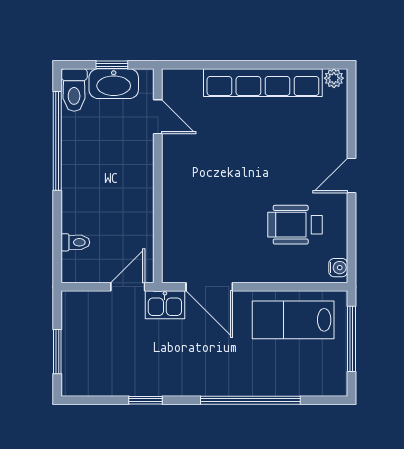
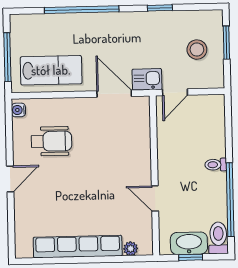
plant: (334, 78) -> (131, 249), moved
door: (158, 117) -> (155, 199), moved
toilet: (75, 242) -> (216, 165), moved
stool: (97, 343) -> (197, 50), added

